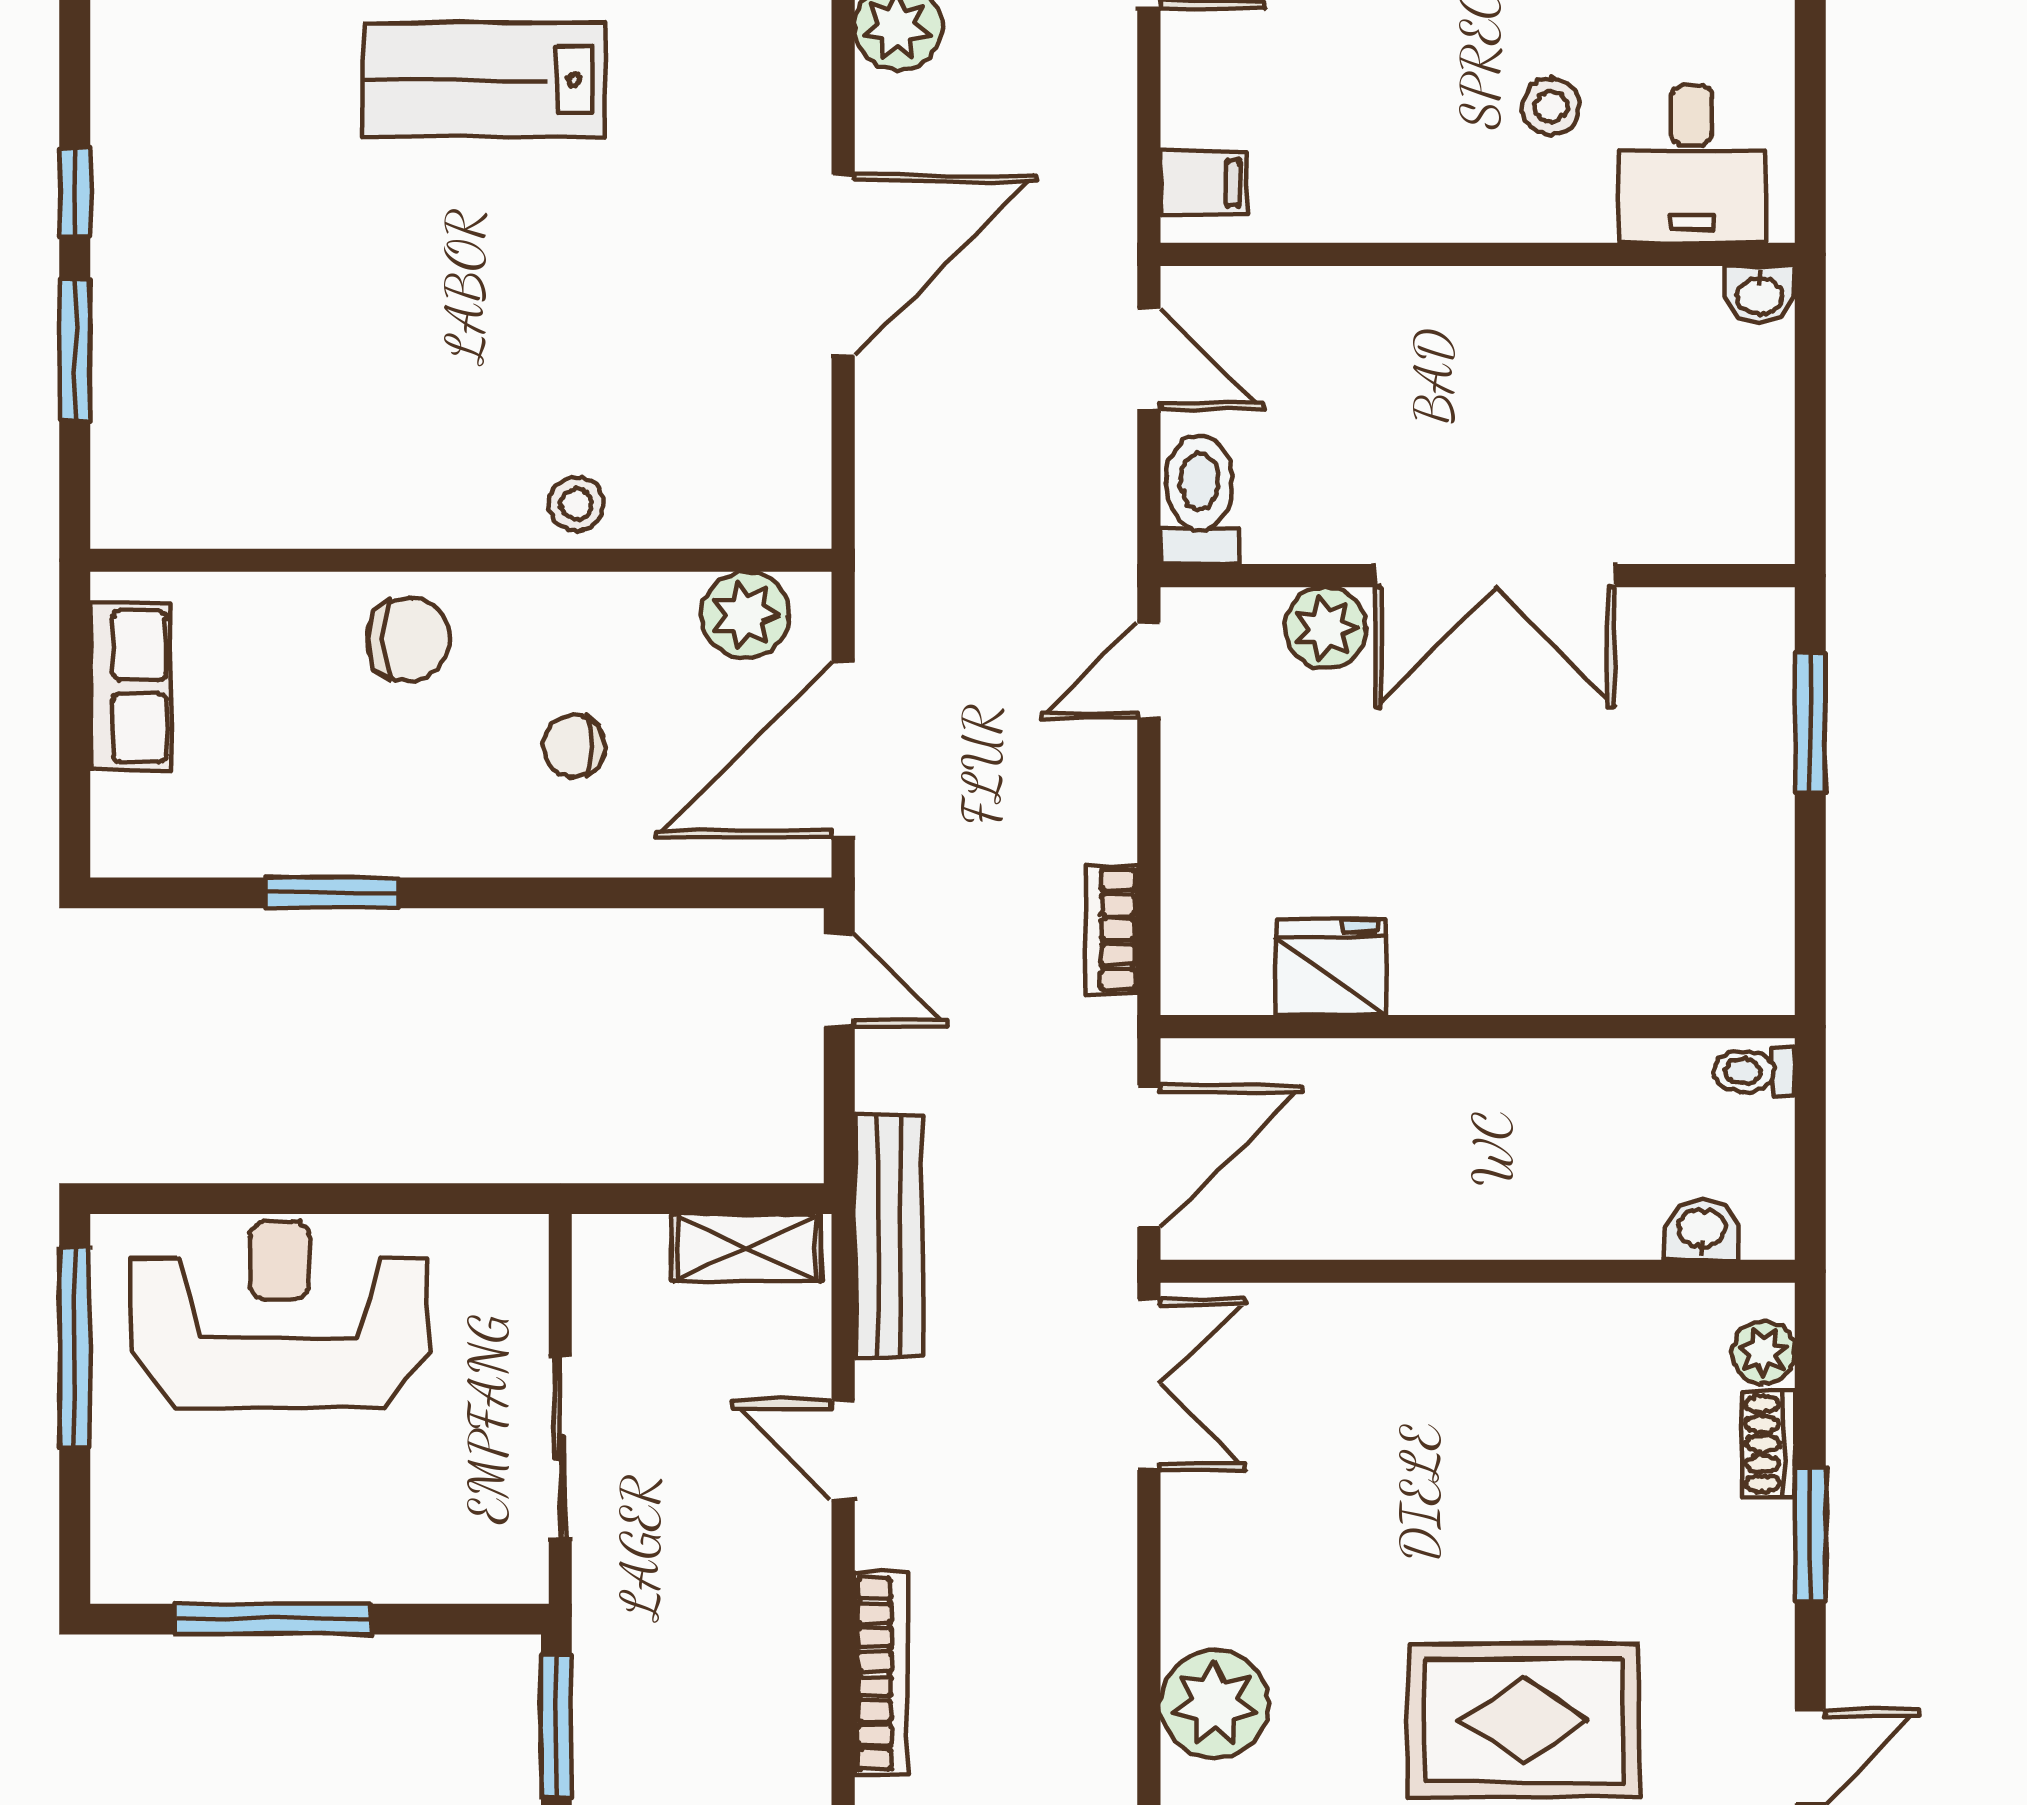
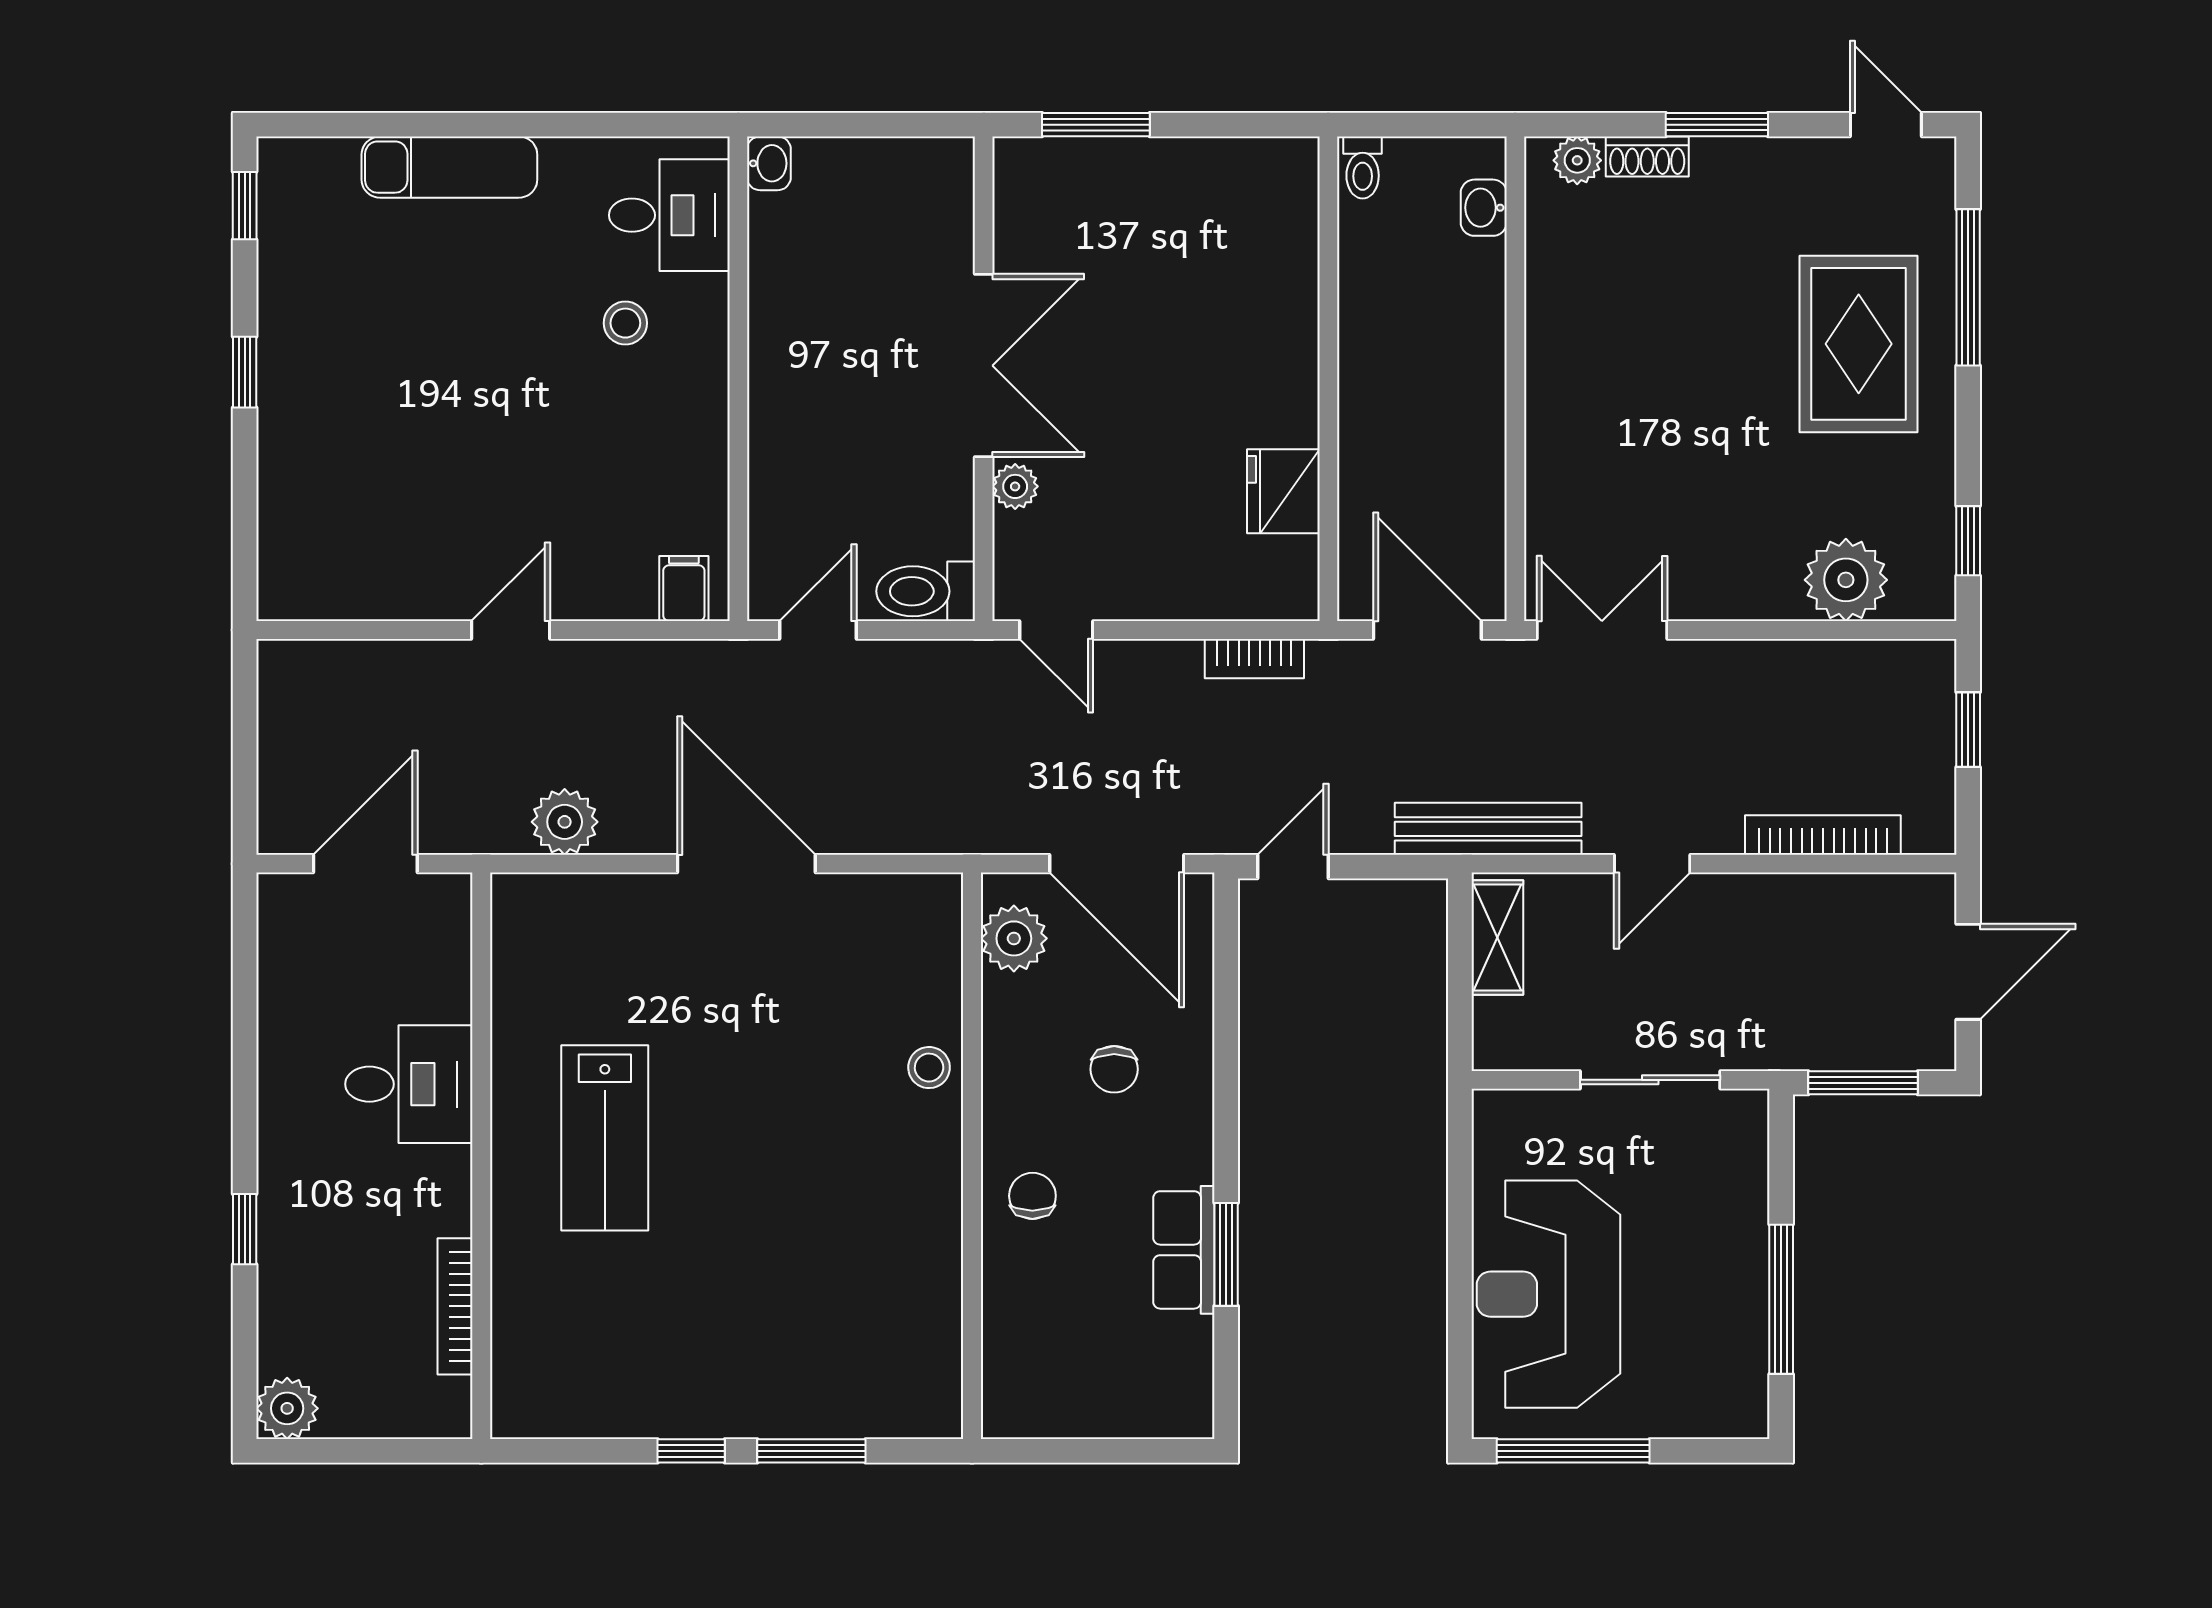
plant: (1326, 628) -> (1015, 486), width x0.73, depth x0.73
chair: (408, 639) -> (1032, 1196), width x0.73, depth x0.73
row of seats: (130, 687) -> (1184, 1250), moved, turned -90

